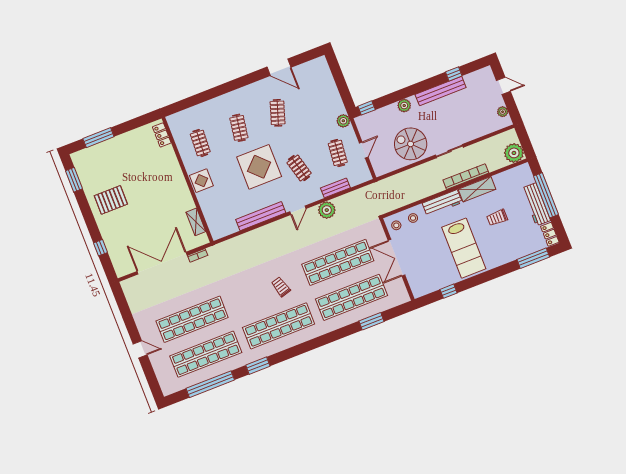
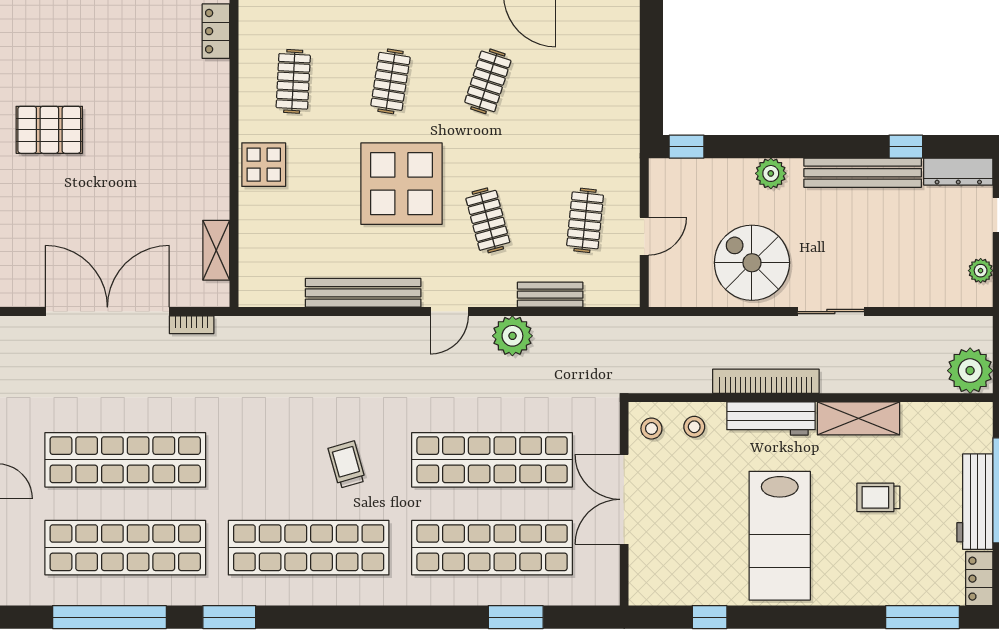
dresser: (478, 76) -> (958, 172), added
plant: (343, 121) -> (625, 155), removed
bookcase: (466, 177) -> (766, 381), moved

